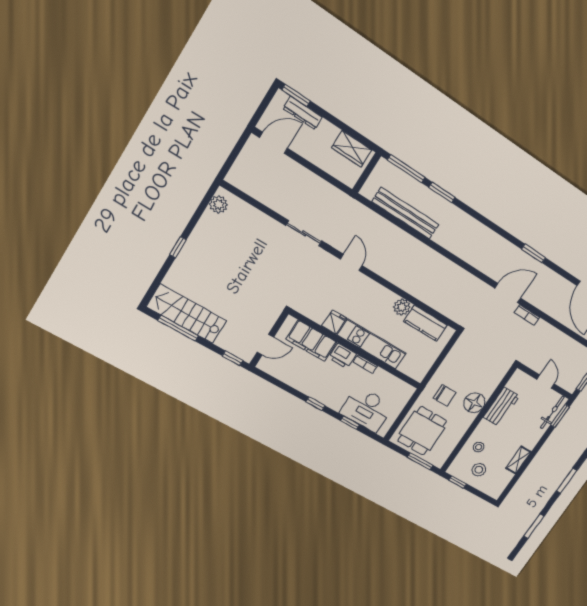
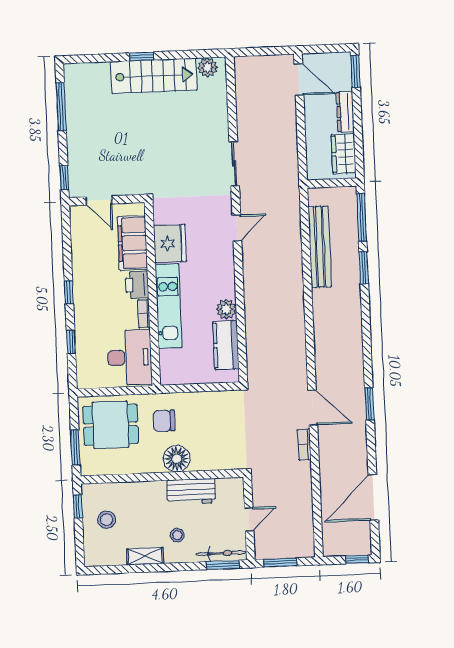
dresser: (303, 113) -> (345, 112), moved
stairs: (187, 314) -> (154, 76), moved, turned 90
fridge: (334, 322) -> (170, 244), width x1.88, depth x1.34
chair: (445, 395) -> (164, 421), turned 90
desk: (367, 409) -> (130, 357), moved, turned 180
stool: (479, 447) -> (177, 535), moved

